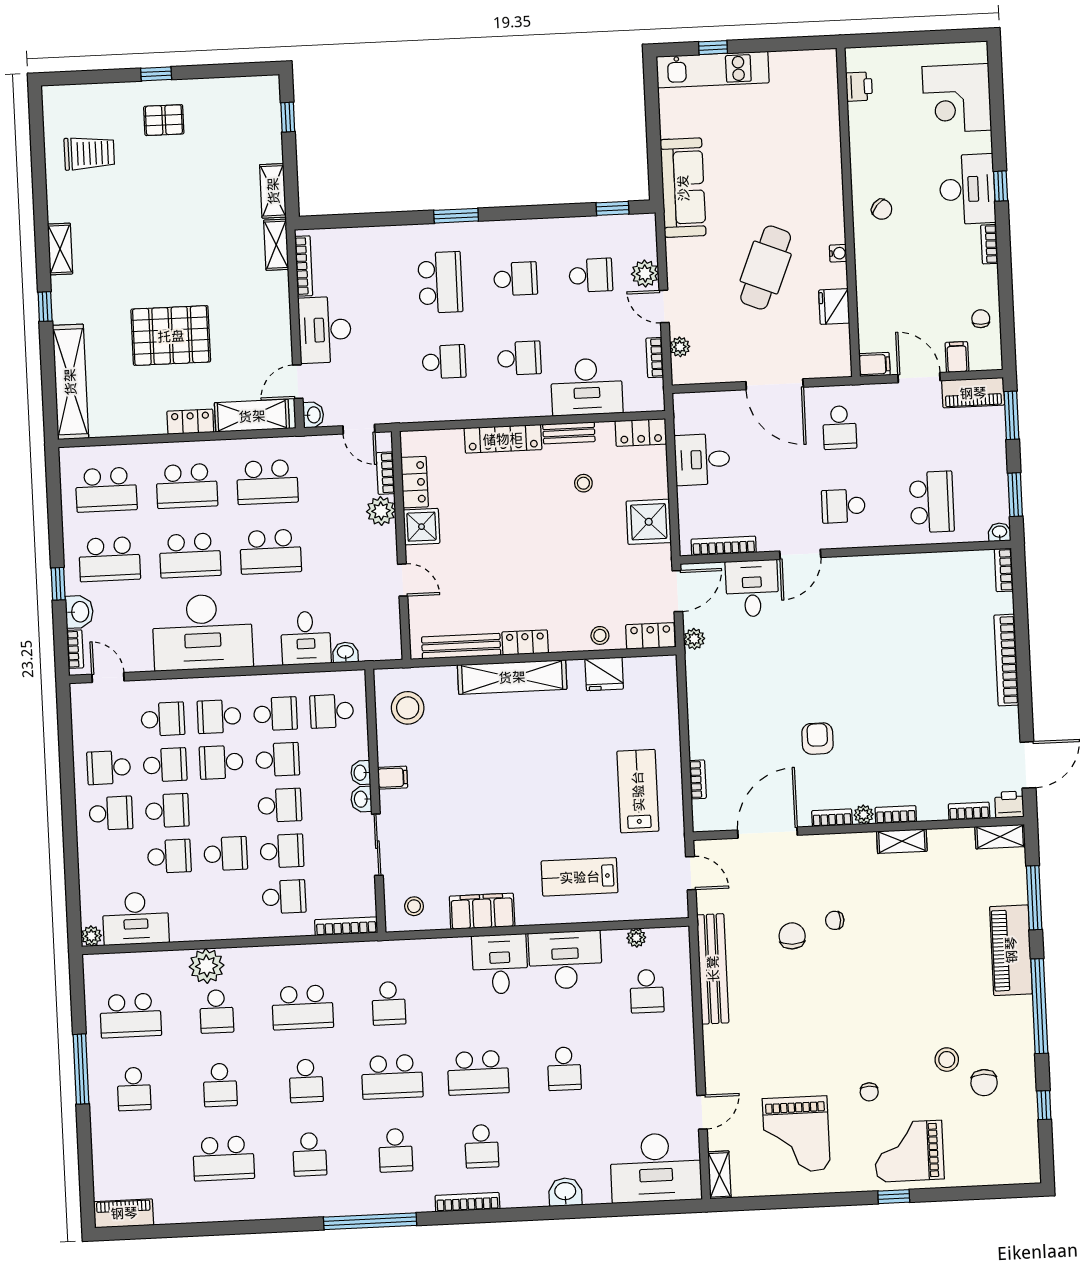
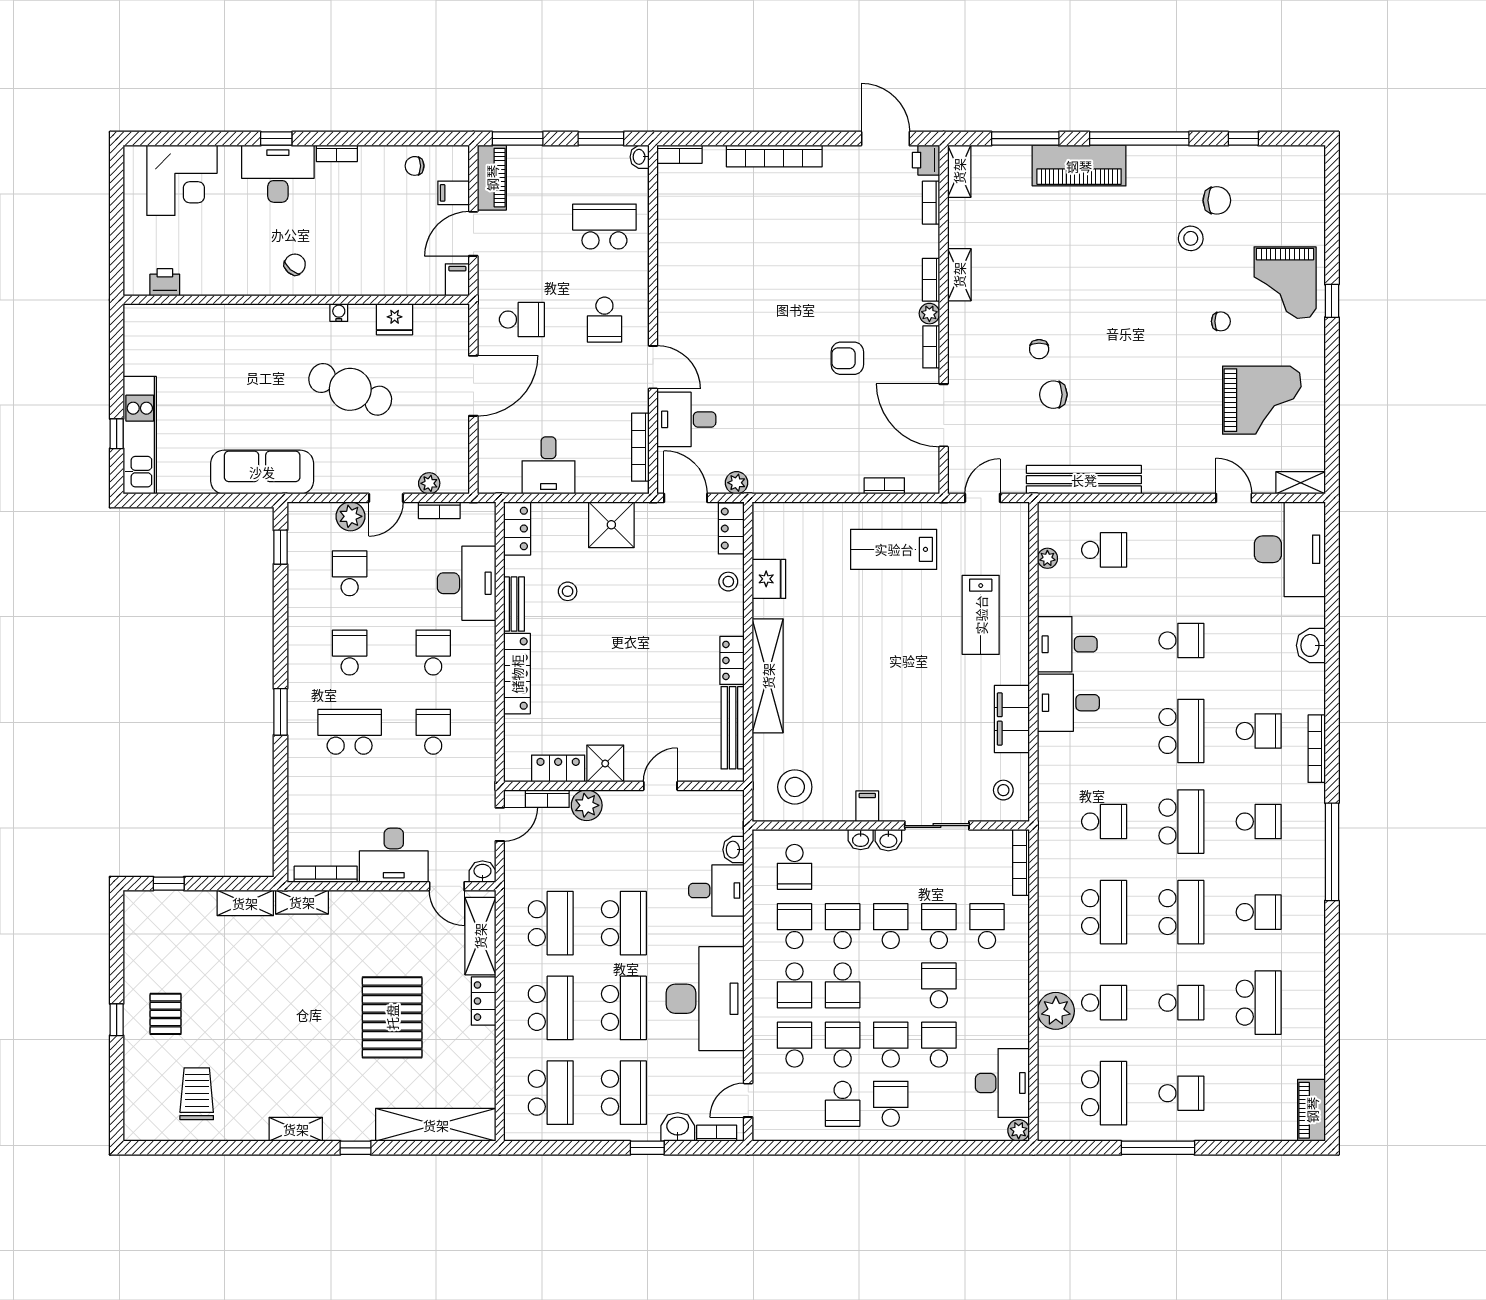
desk: (565, 960) -> (1067, 644), width x0.73
school desk: (306, 1081) -> (1181, 912), width x1.85

